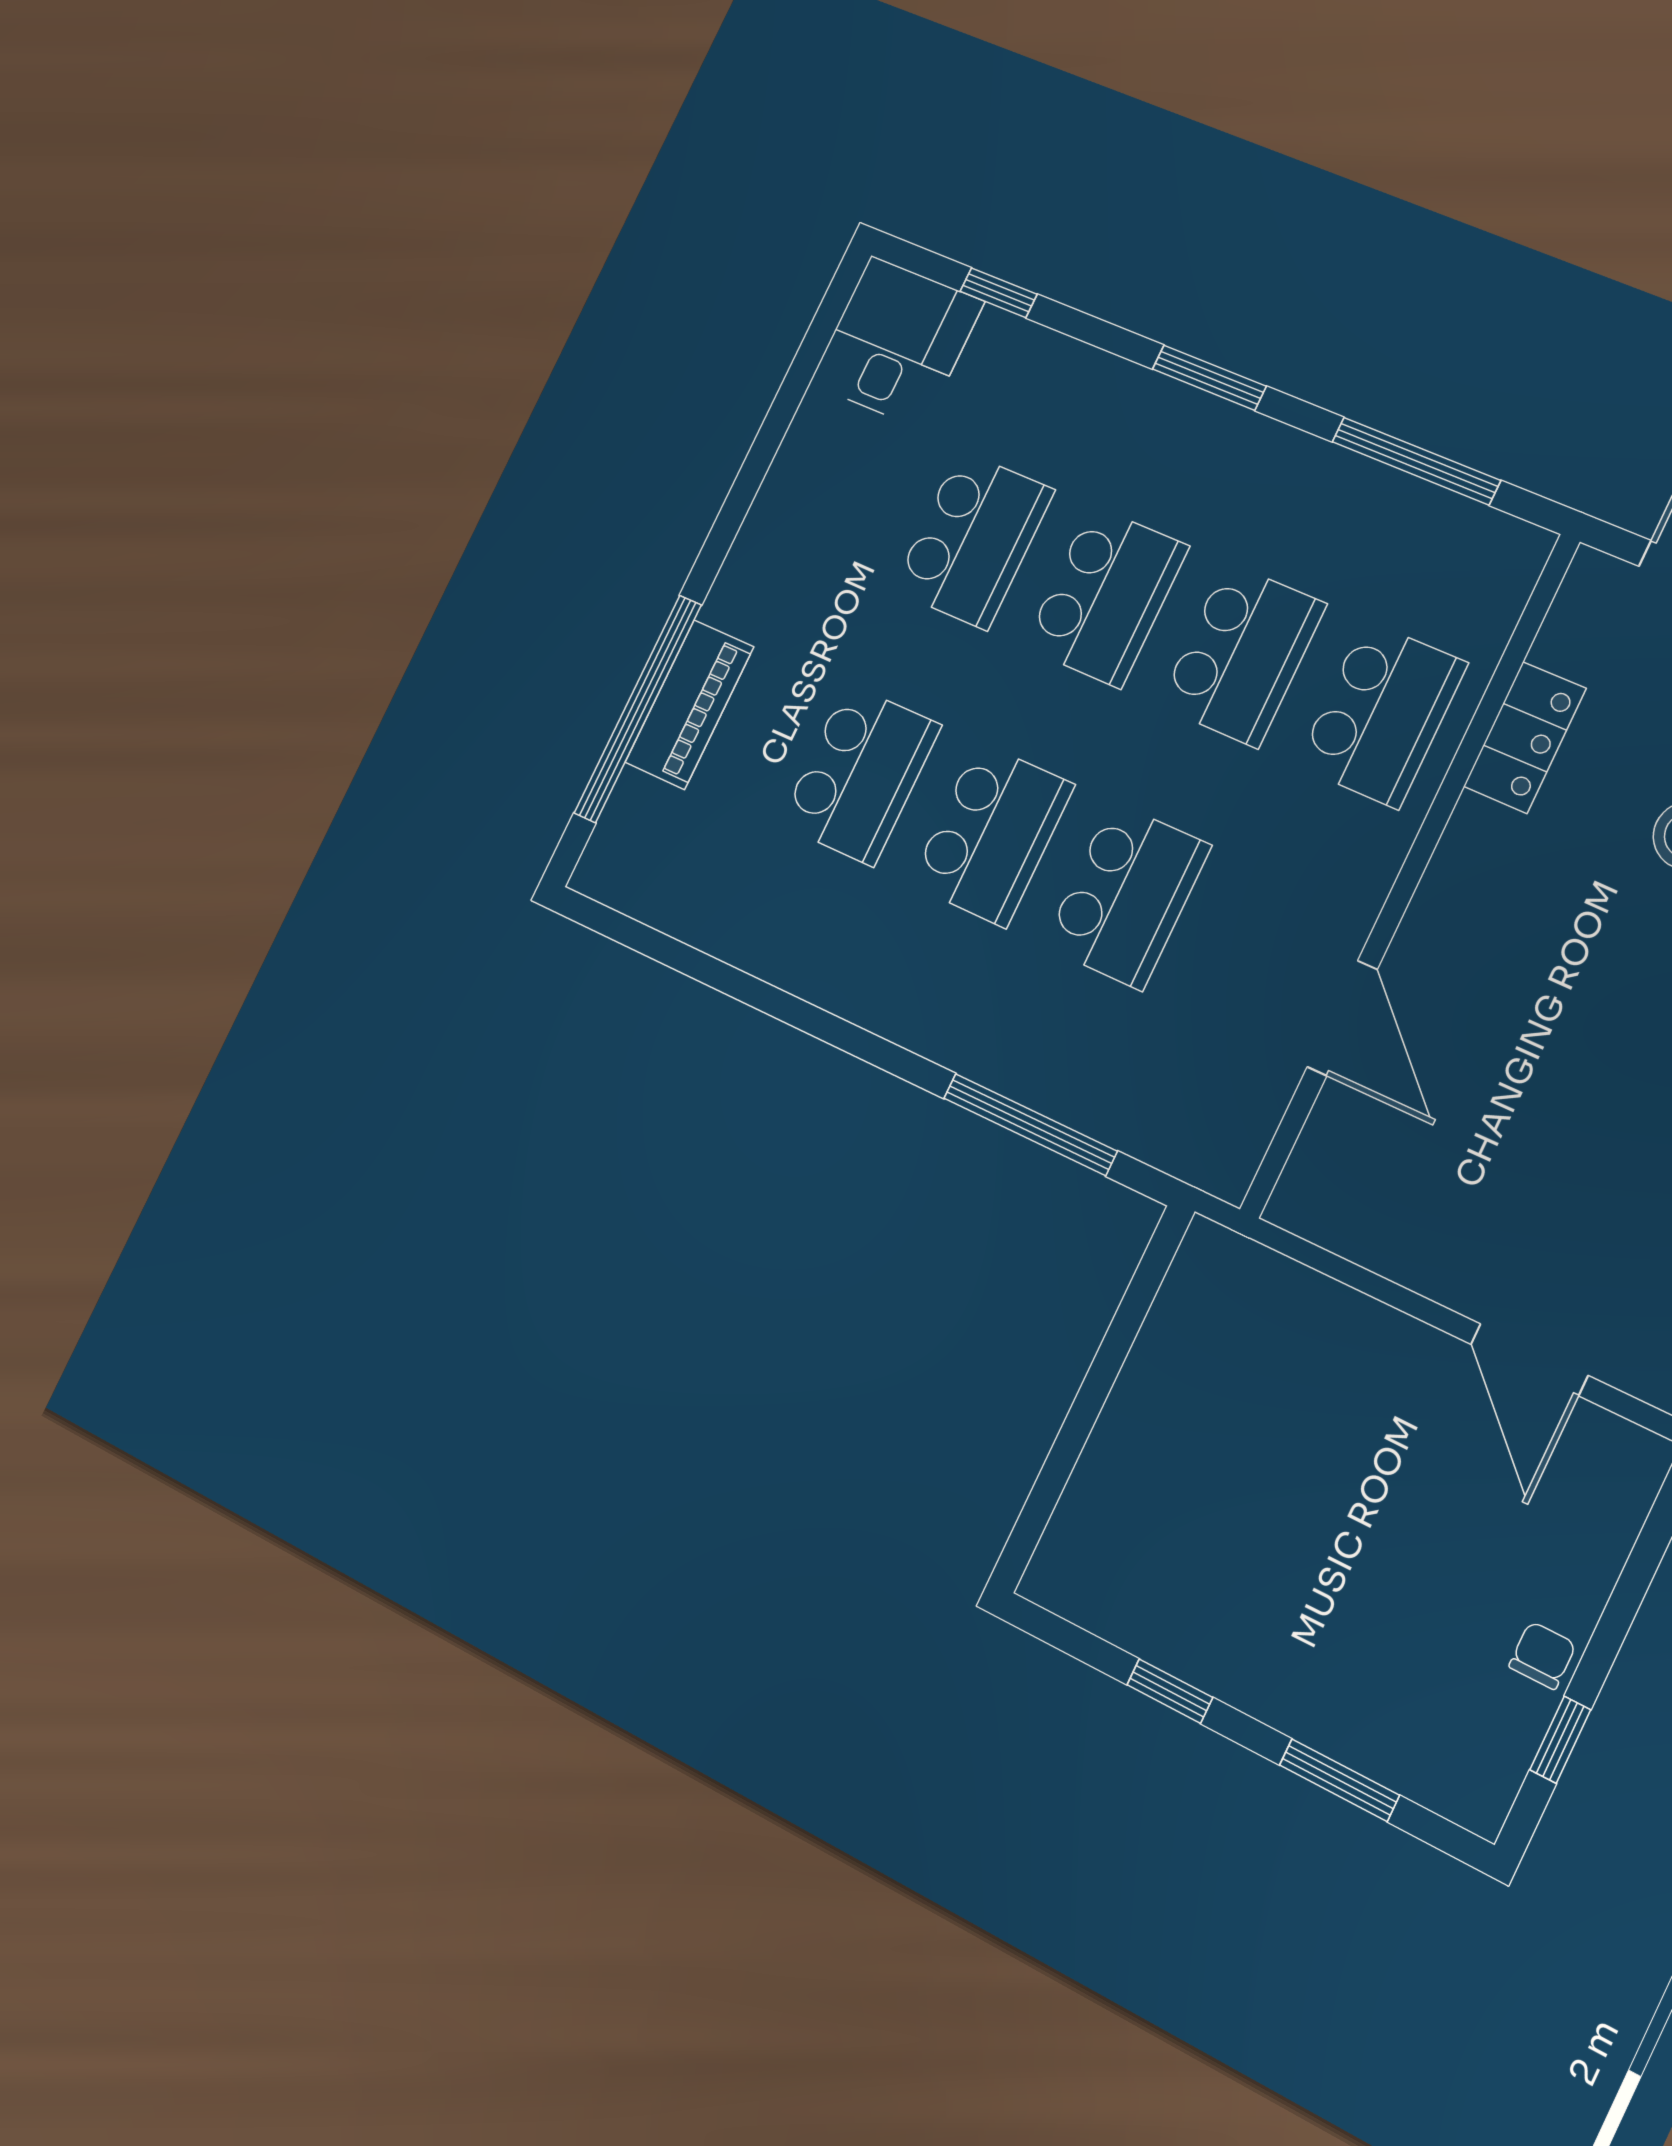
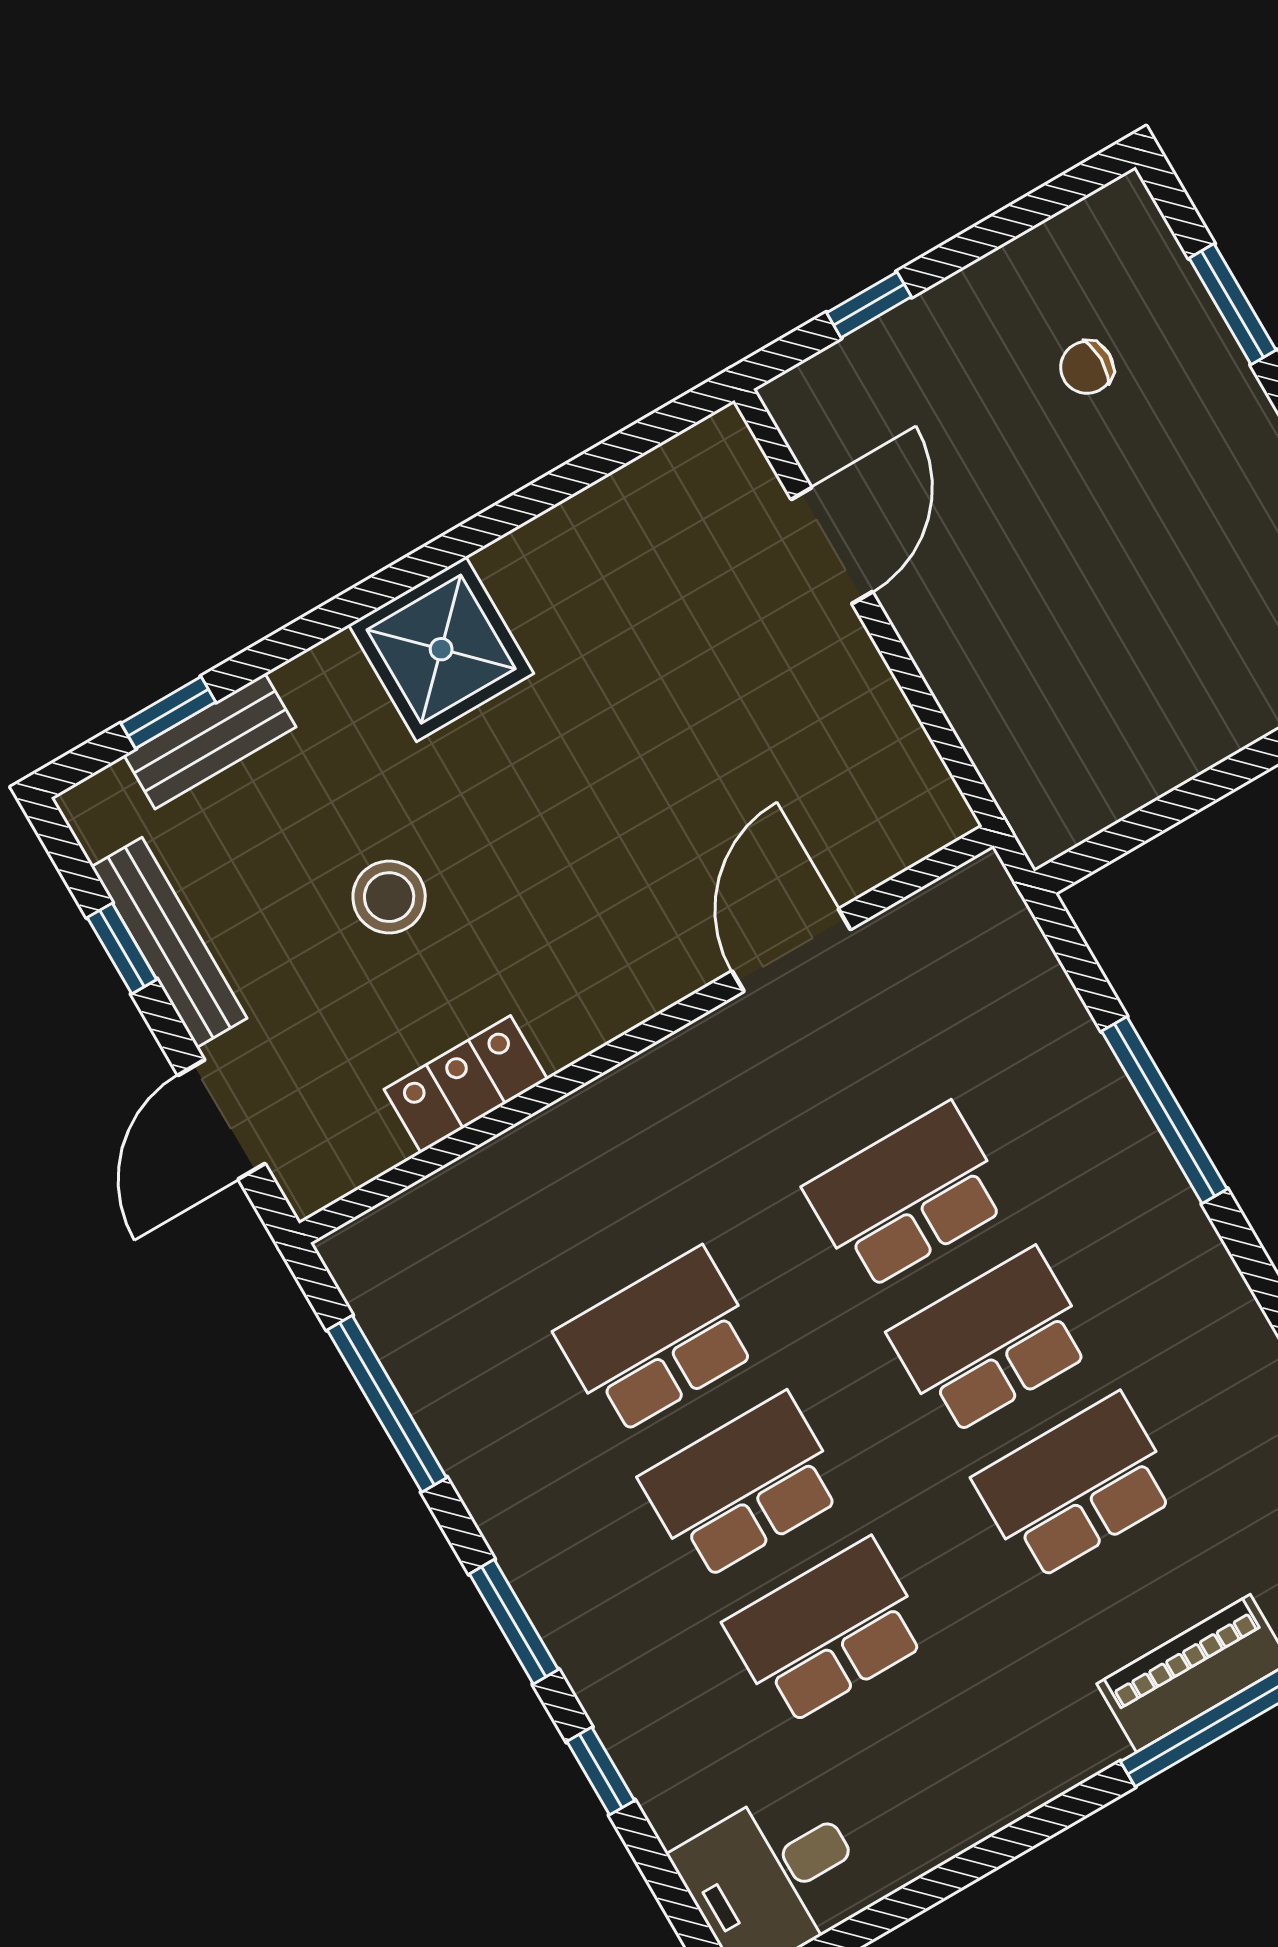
window: (998, 293) -> (601, 1771), moved
school desk: (1382, 714) -> (573, 1196), removed
window: (1030, 1125) -> (1164, 1110), moved
chair: (1543, 1655) -> (1087, 367), moved
window: (1560, 1740) -> (869, 305), moved

